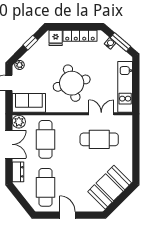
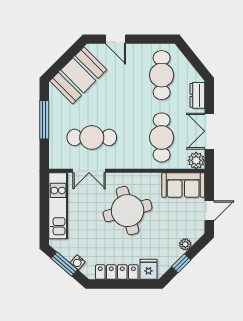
plant: (20, 65) -> (185, 244), moved
window: (136, 153) -> (44, 120), added
door: (67, 215) -> (116, 39), moved

